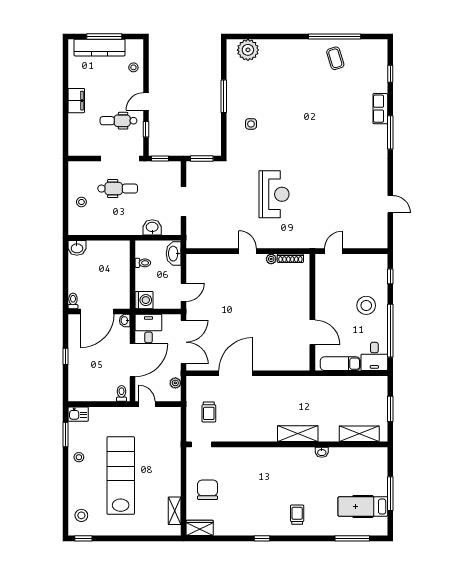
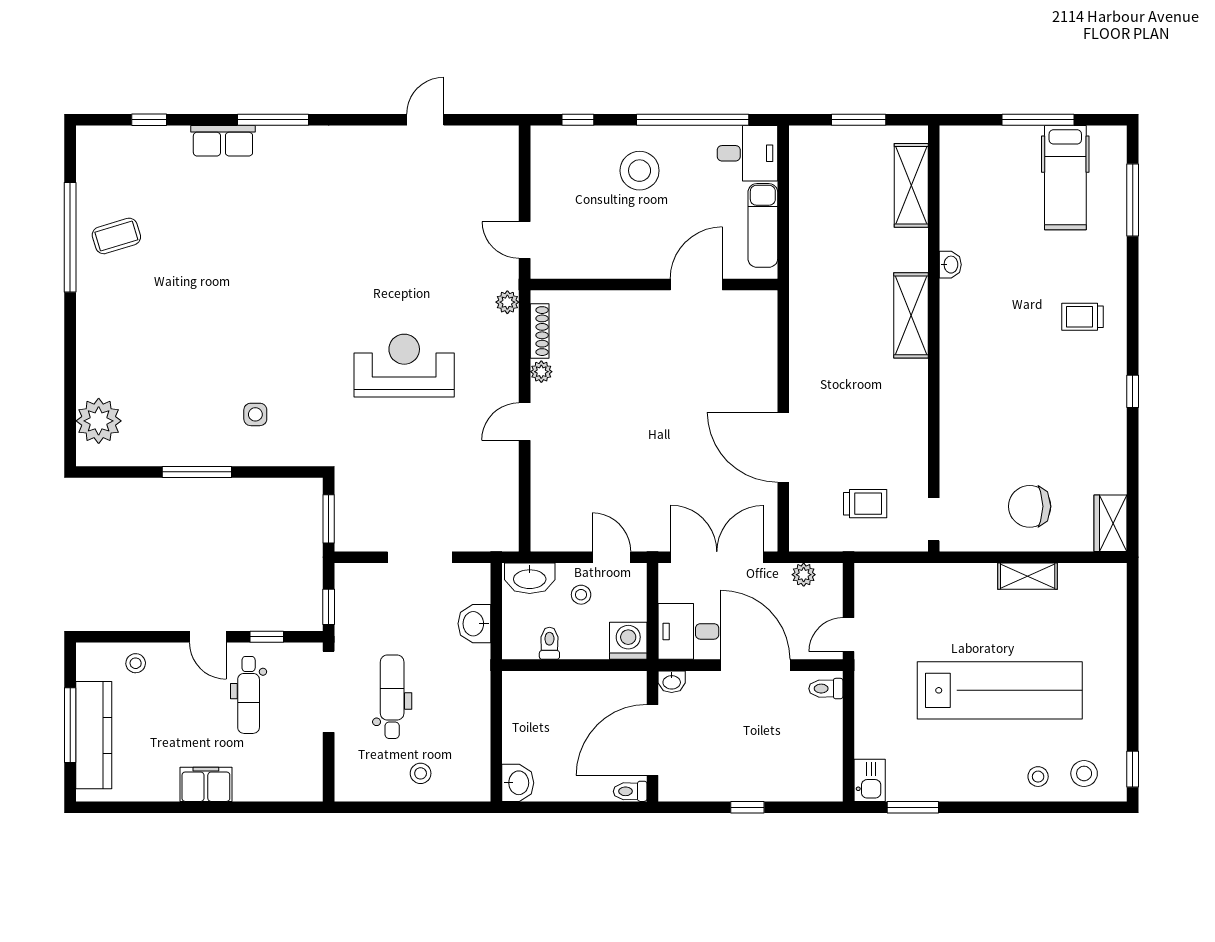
plant: (304, 243) -> (507, 302), added
stool: (166, 278) -> (581, 595), added
door: (97, 312) -> (653, 740), swing flipped
stool: (79, 457) -> (1038, 777), moved
lab bench: (121, 476) -> (1000, 690), turned 180
shelving: (175, 511) -> (1028, 576), moved

